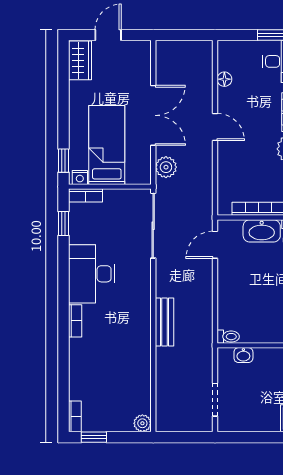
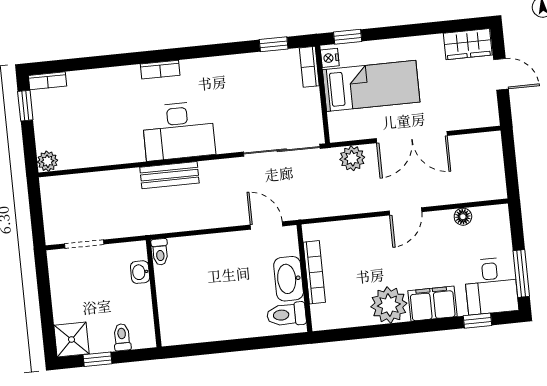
desk: (92, 274) -> (178, 131), moved, turned 180

